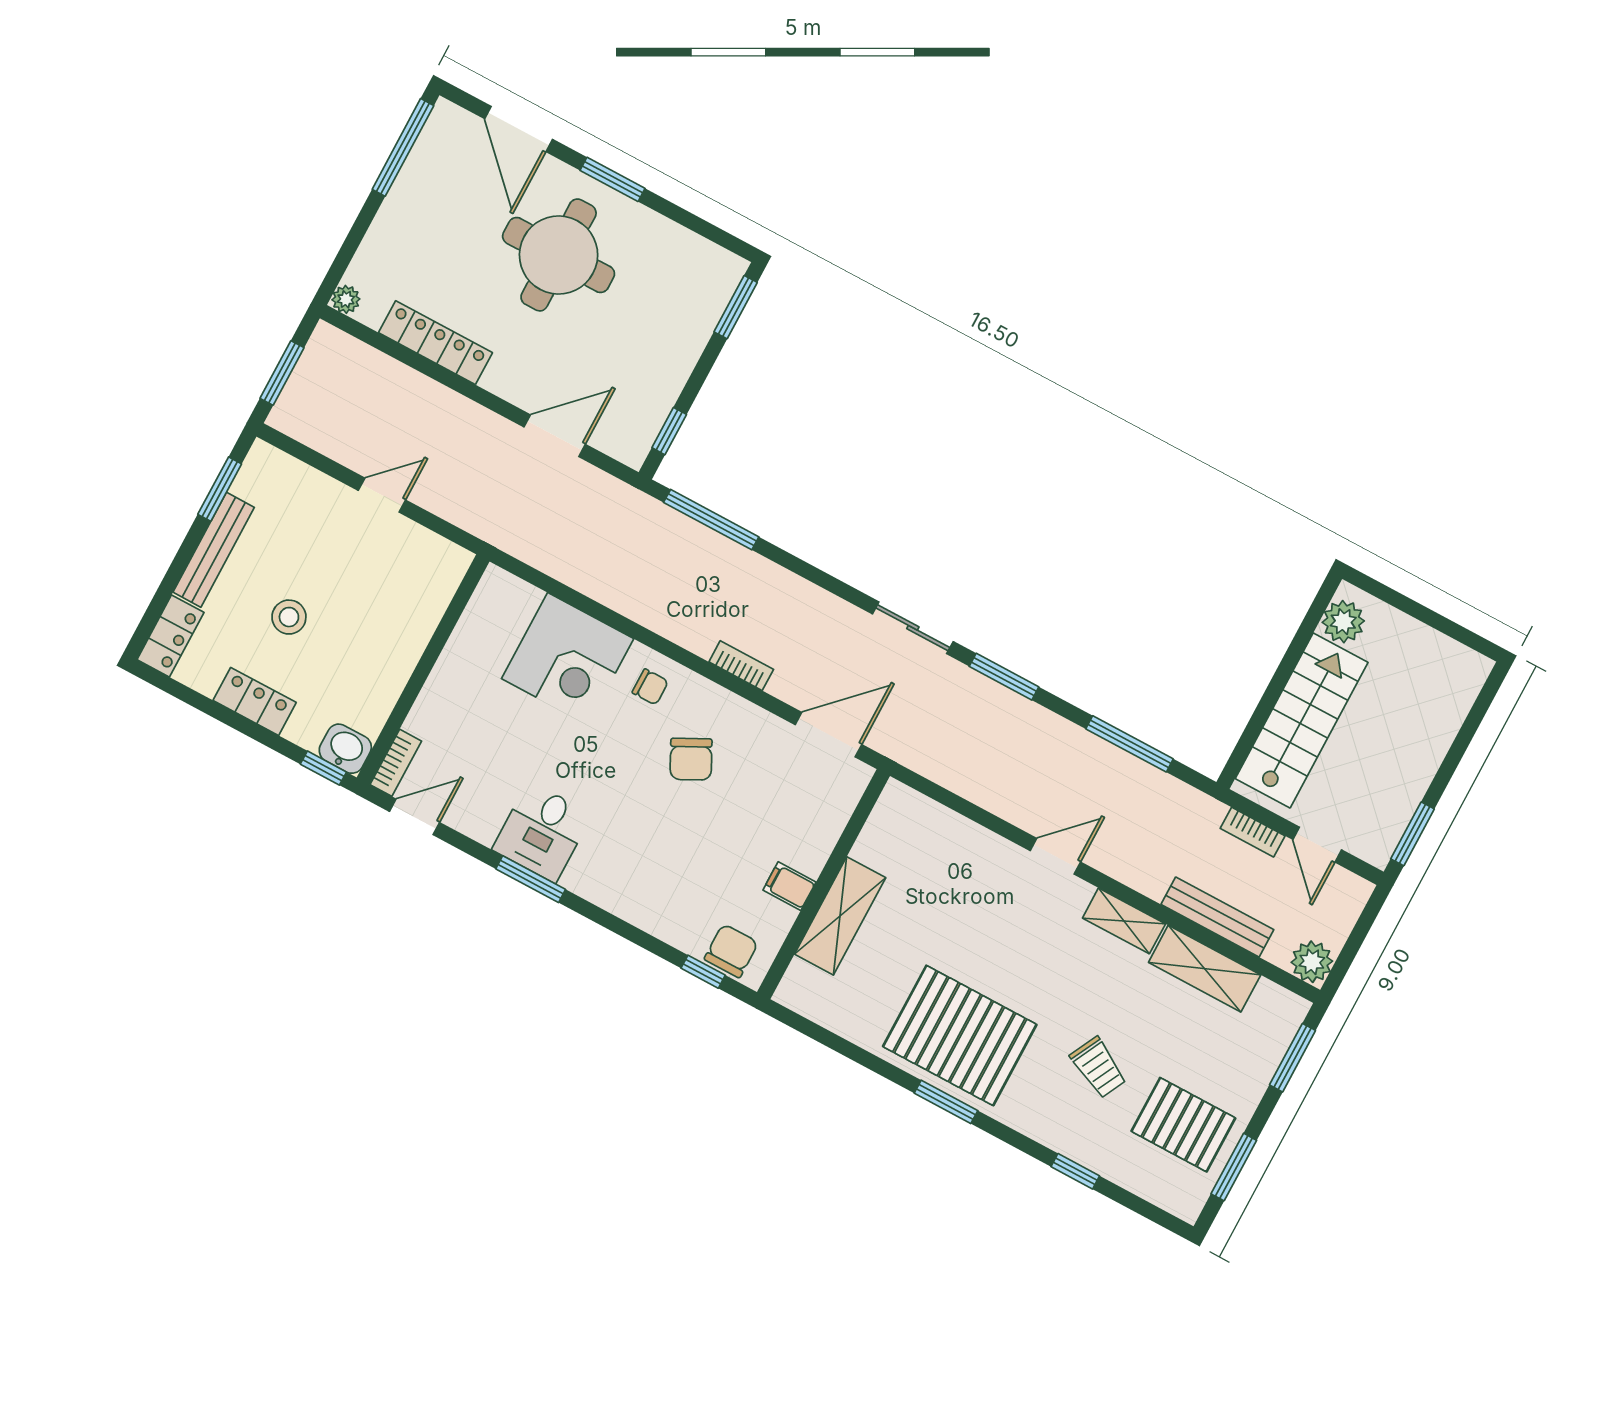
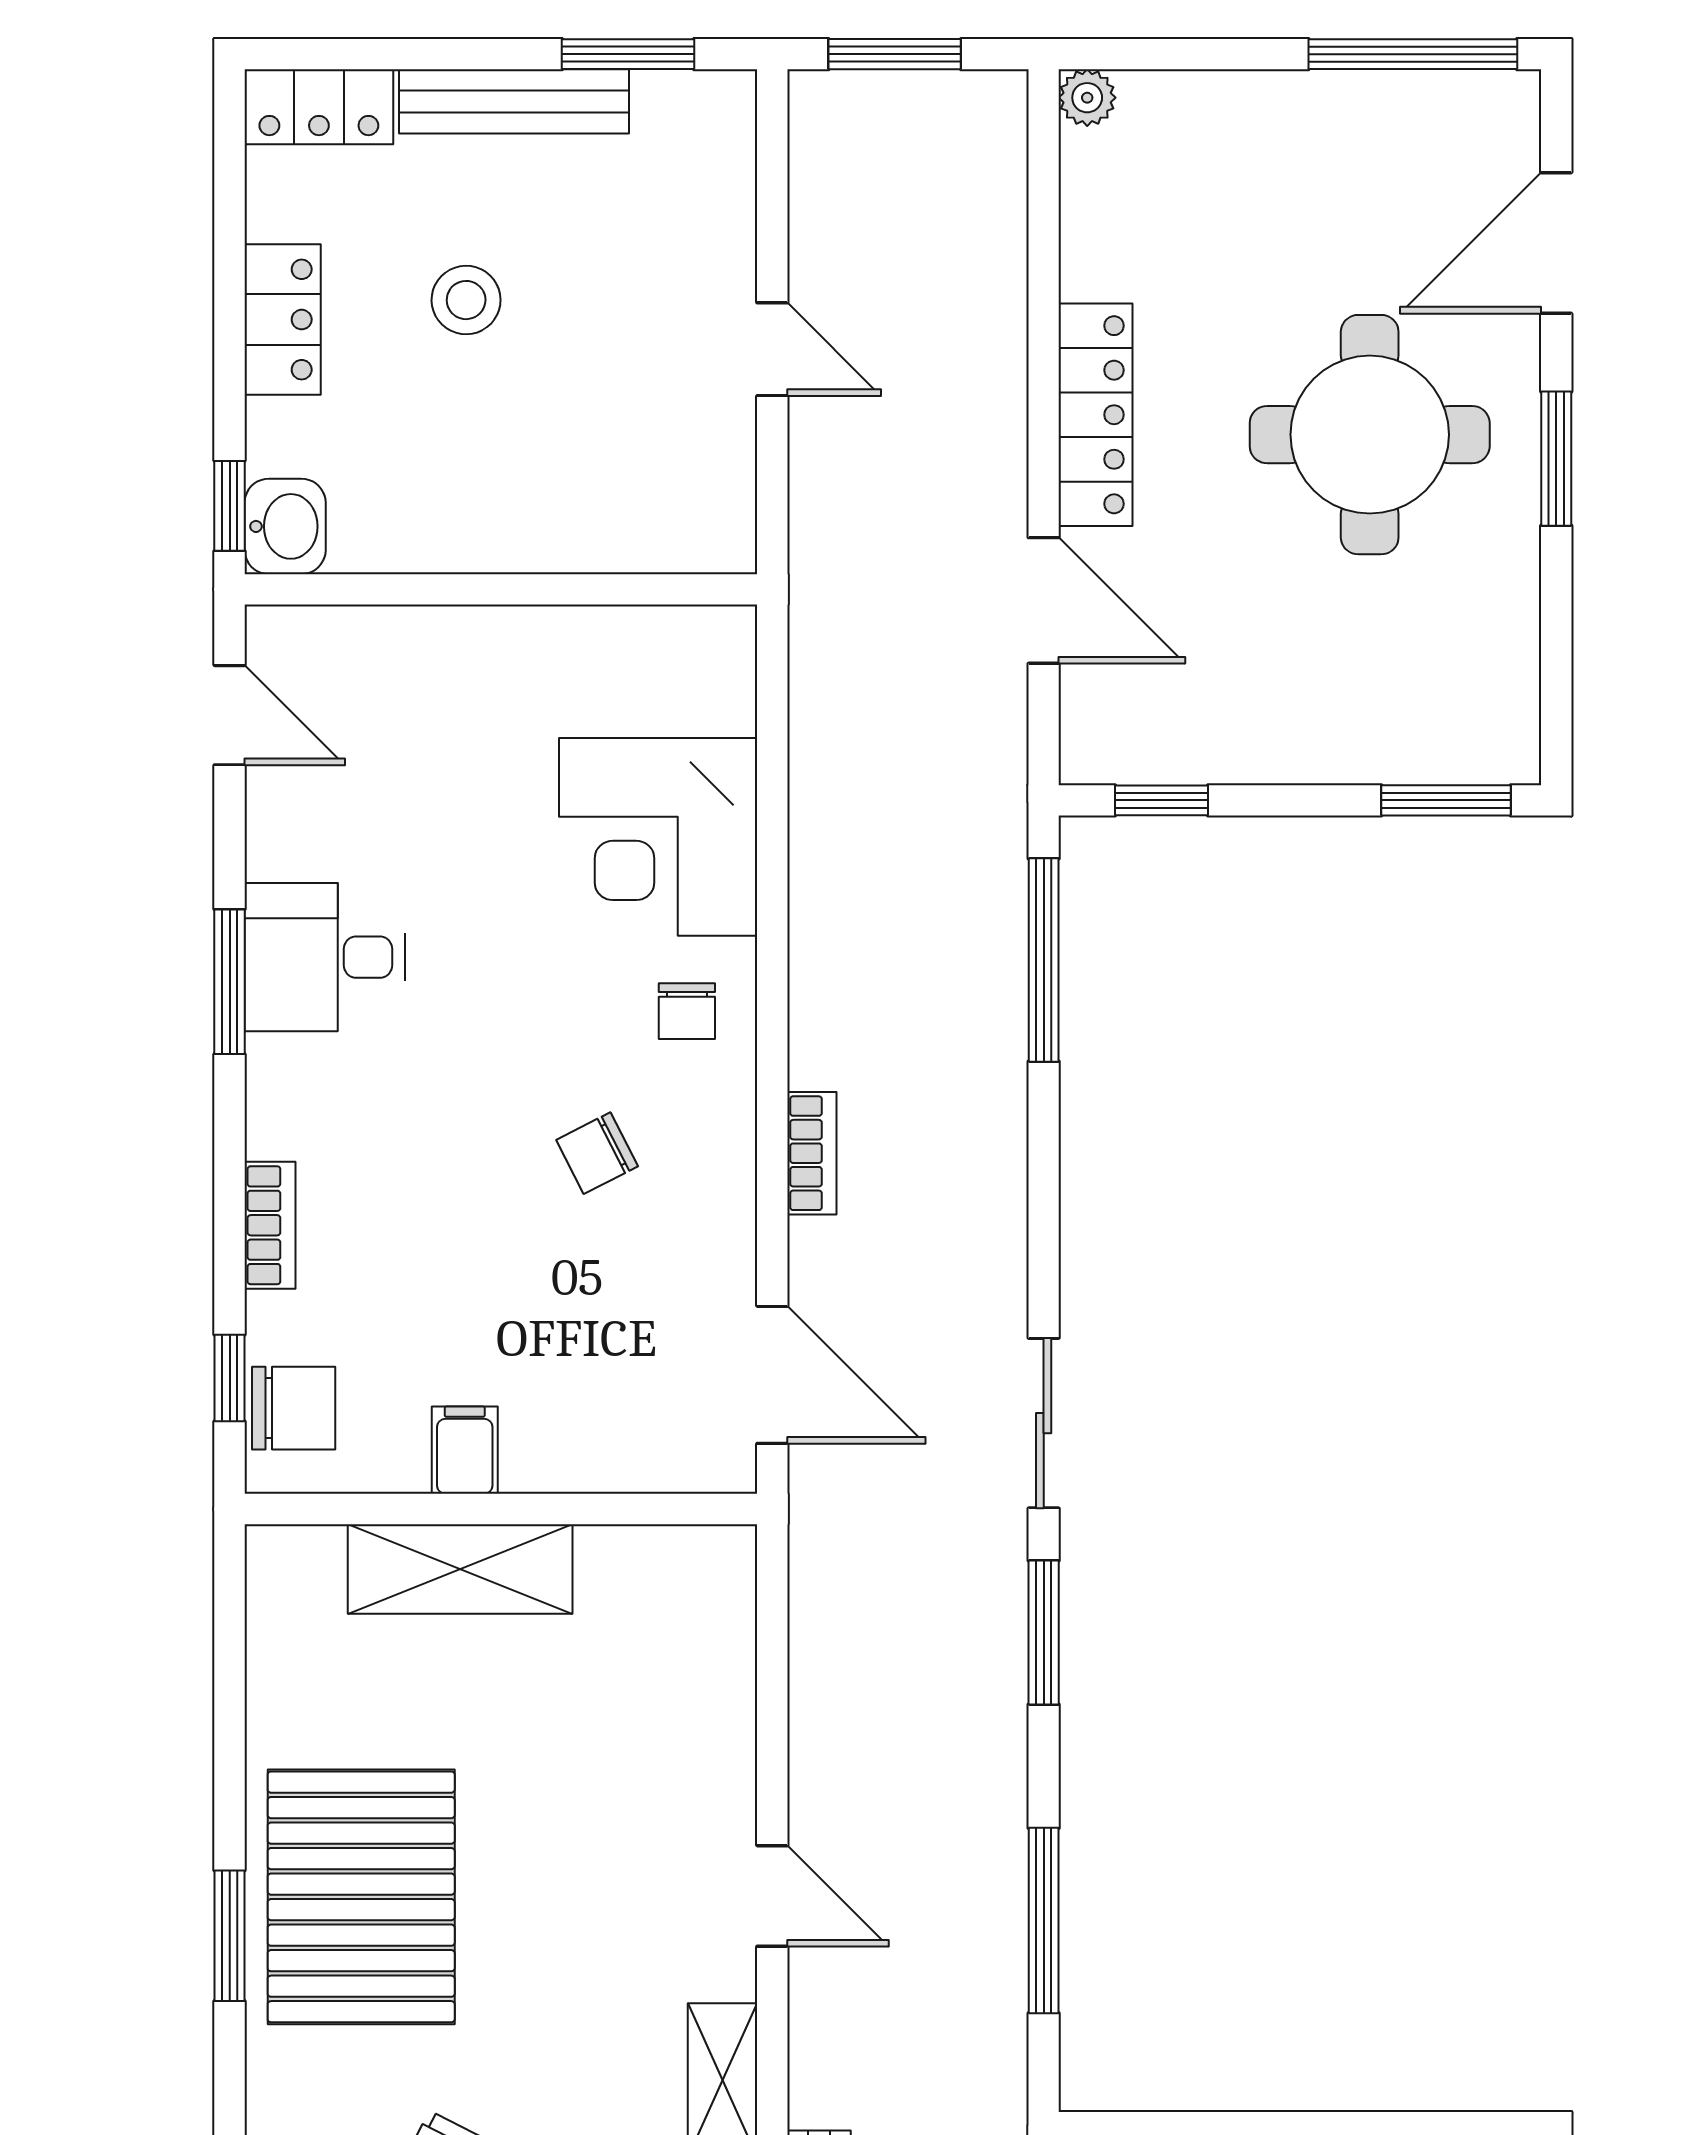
locker: (435, 343) -> (1096, 415), moved
chair: (691, 759) -> (597, 1153), width x0.73, depth x0.73
bookcase: (396, 763) -> (270, 1225), moved, turned -90

